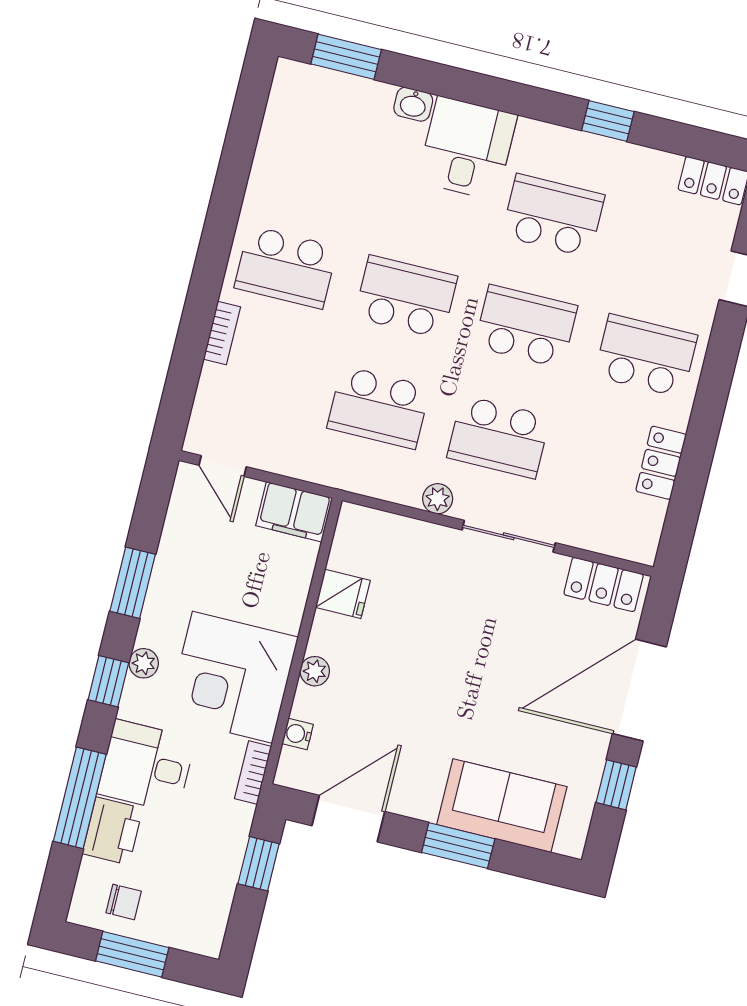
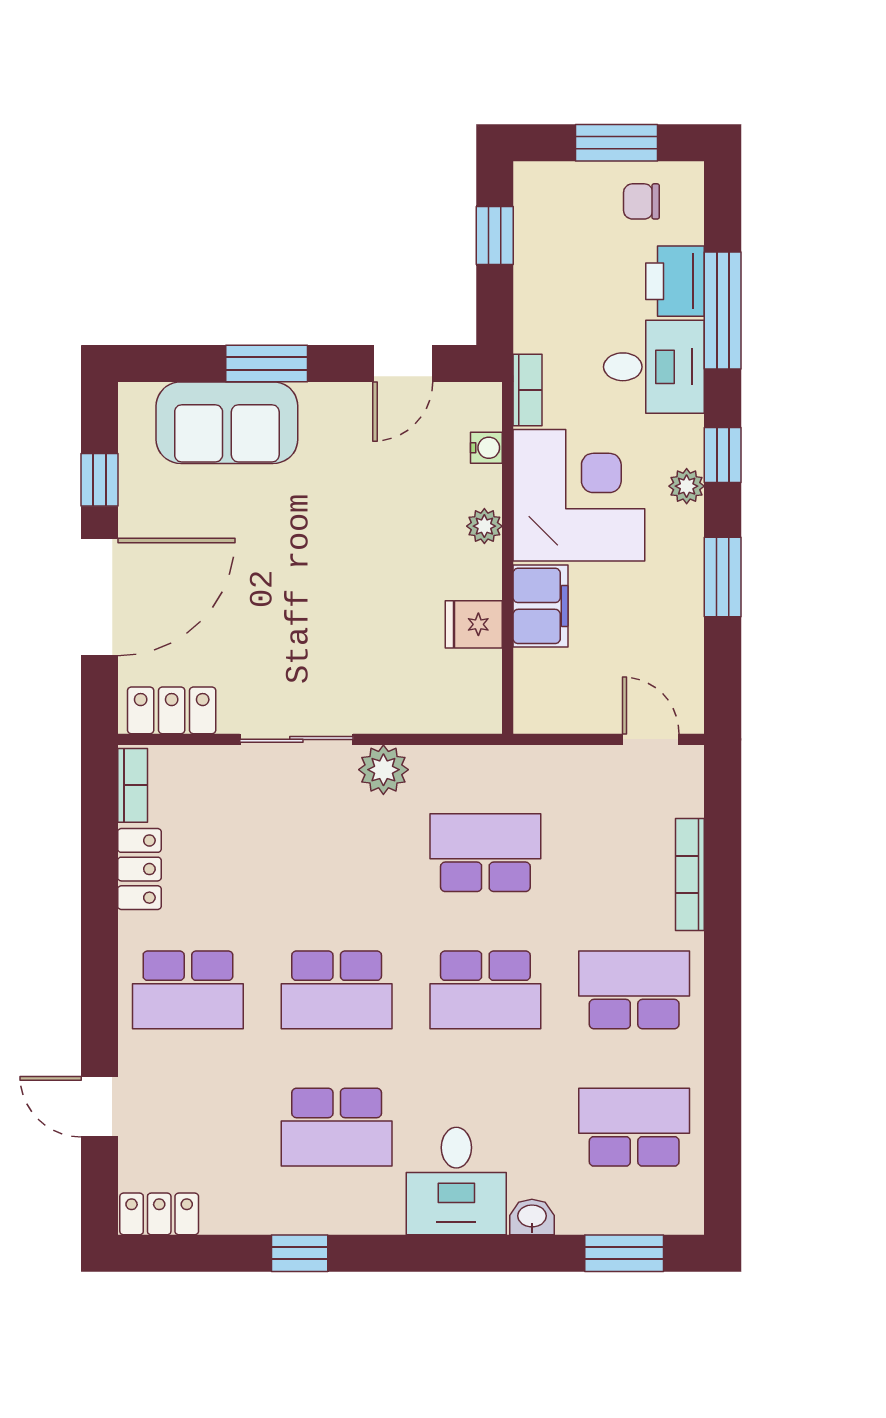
bookcase: (222, 333) -> (690, 875), width x1.56
school desk: (499, 437) -> (634, 1127), moved
plant: (438, 499) -> (383, 770), width x1.38, depth x1.38
filing cabinet: (294, 512) -> (540, 606), moved, turned 90
bookcase: (650, 532) -> (133, 785), added
door: (348, 819) -> (403, 363), width x0.73
window: (259, 864) -> (495, 235), moved

